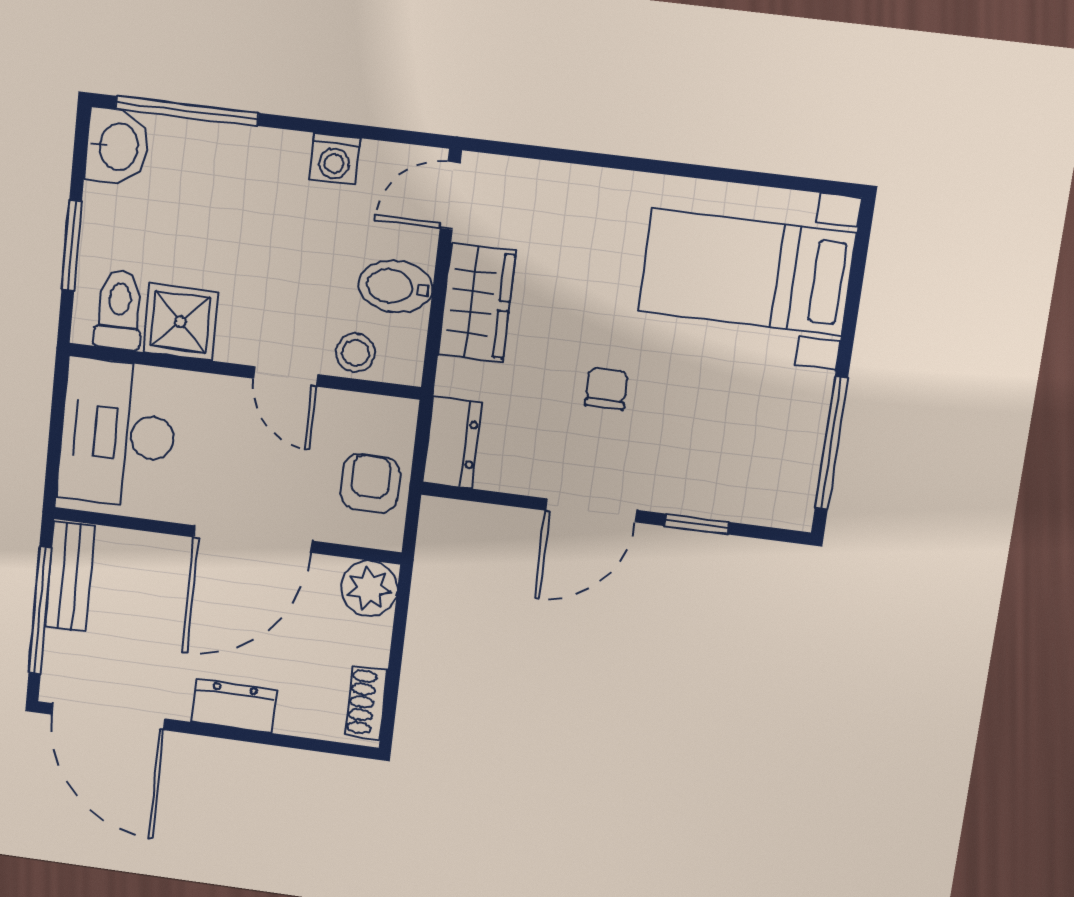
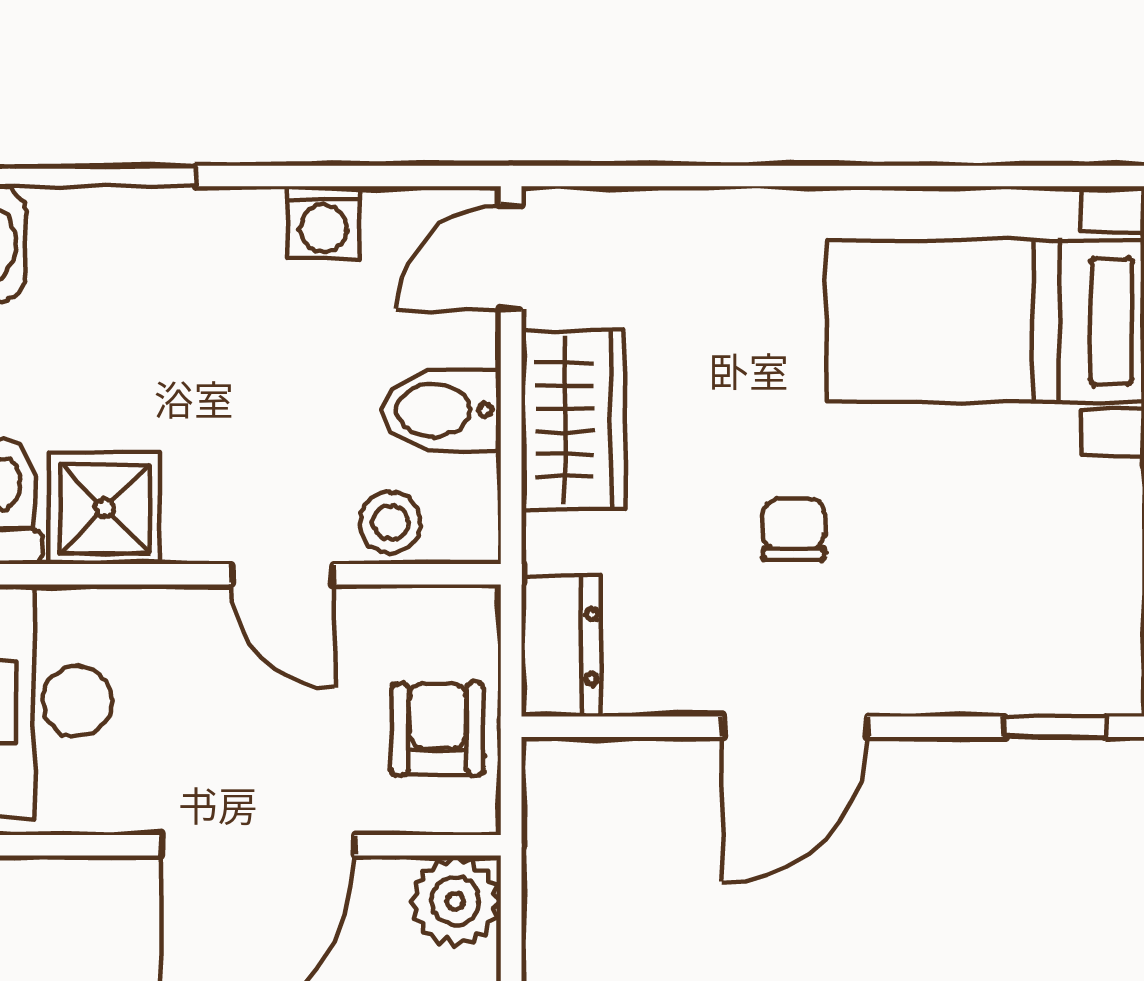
window: (697, 524) -> (1055, 727), moved

